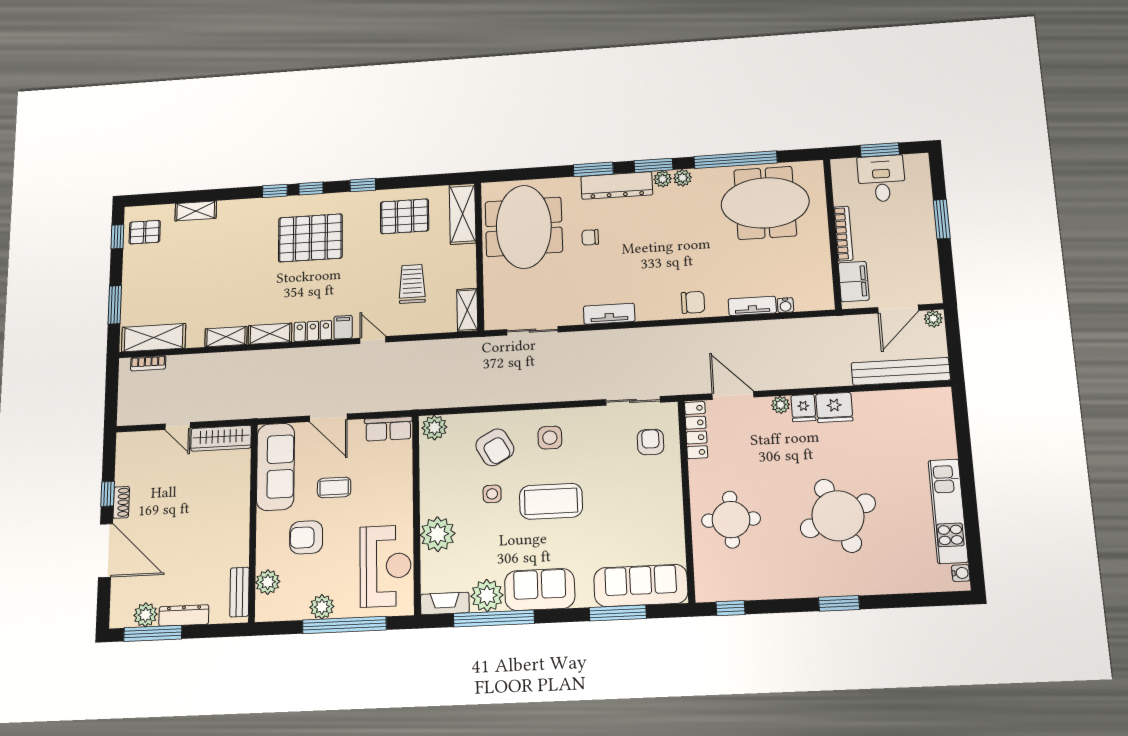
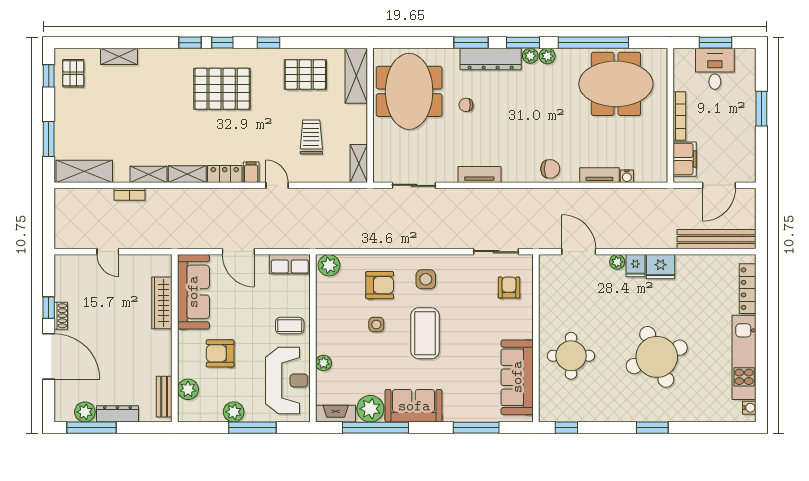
pallet: (145, 232) -> (73, 73), turned 90
plant: (933, 319) -> (747, 196), removed
bookcase: (148, 363) -> (129, 194), moved
locker: (696, 430) -> (748, 289), moved, turned 180
wardrobe: (221, 438) -> (162, 303), moved, turned 90
armchair: (495, 447) -> (380, 285), turned -61
coffee table: (334, 487) -> (290, 326), moved
coffee table: (551, 501) -> (425, 333), turned 90
plant: (438, 534) -> (324, 363), width x0.53, depth x0.53
sofa: (641, 585) -> (517, 377), moved, turned -90
window: (344, 625) -> (252, 428), width x0.68

